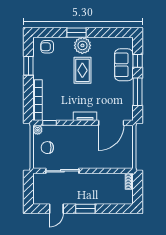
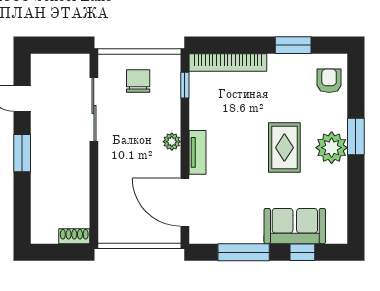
rug: (82, 70) -> (284, 148), turned 90
plant: (38, 130) -> (172, 142), moved

